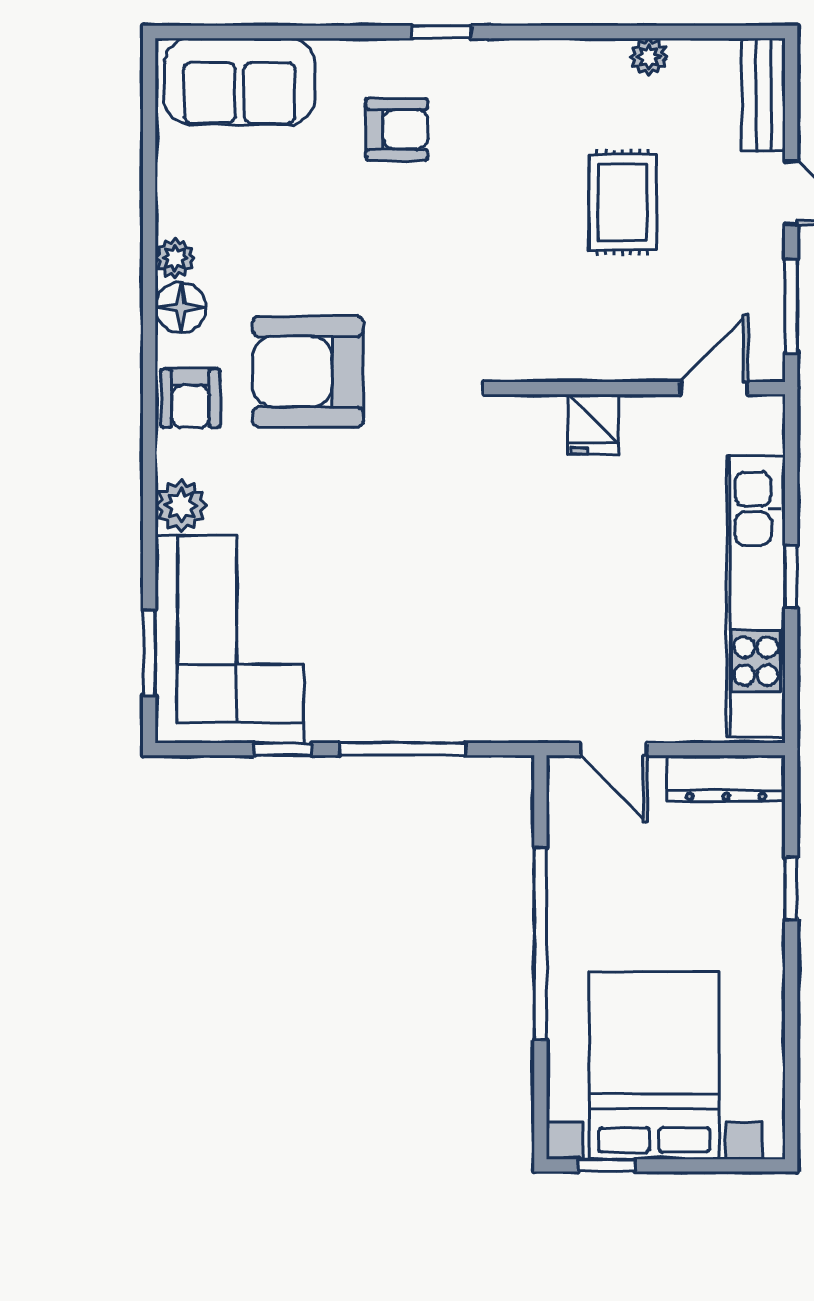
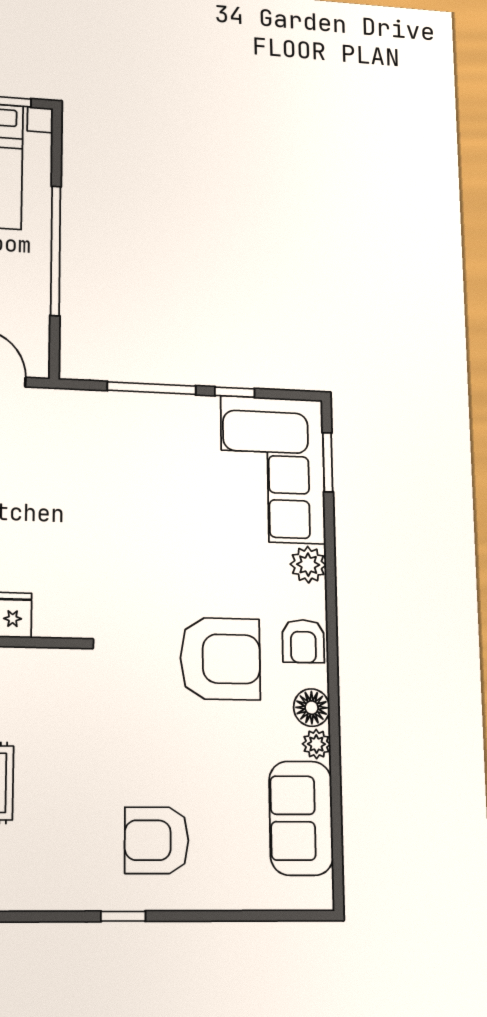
sofa: (240, 81) -> (301, 818), moved, turned -90
armchair: (397, 129) -> (157, 840), width x1.38, depth x1.38
armchair: (190, 398) -> (303, 641), turned 180

